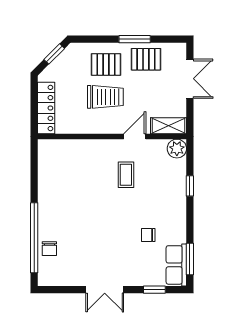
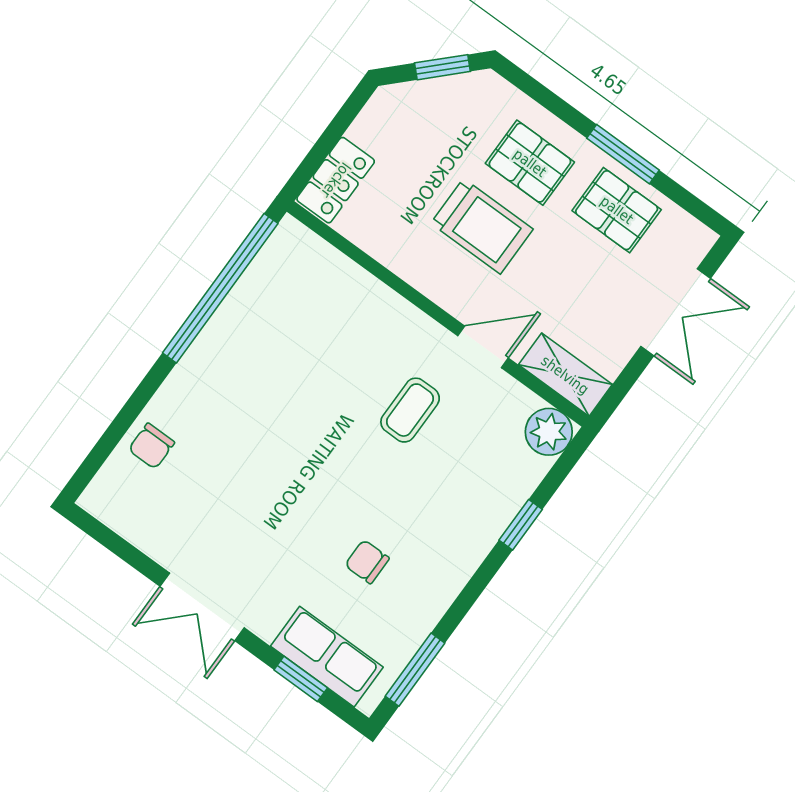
locker: (46, 108) -> (336, 180), width x0.66
window: (34, 238) -> (220, 288), moved
row of seats: (176, 265) -> (327, 657), moved, turned 90

